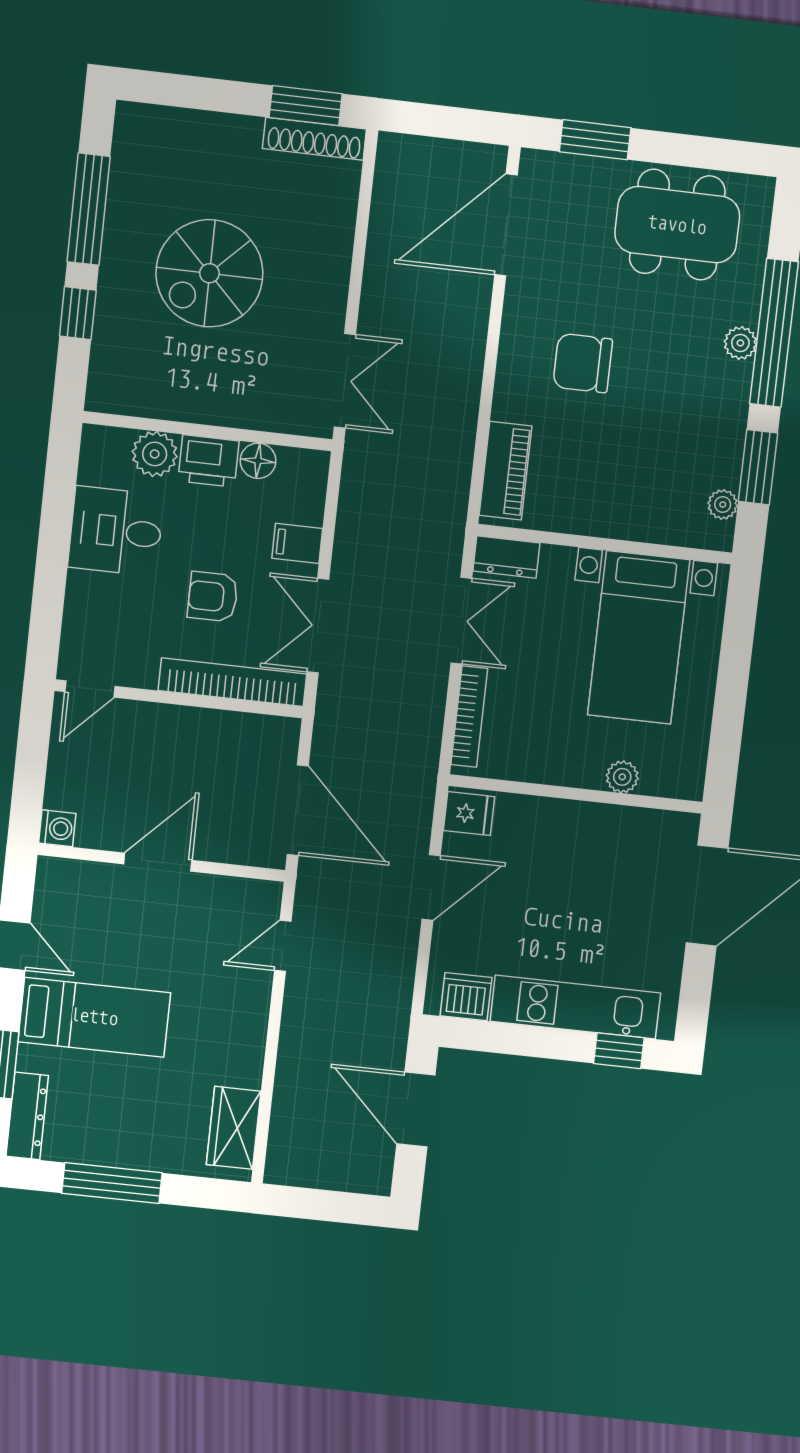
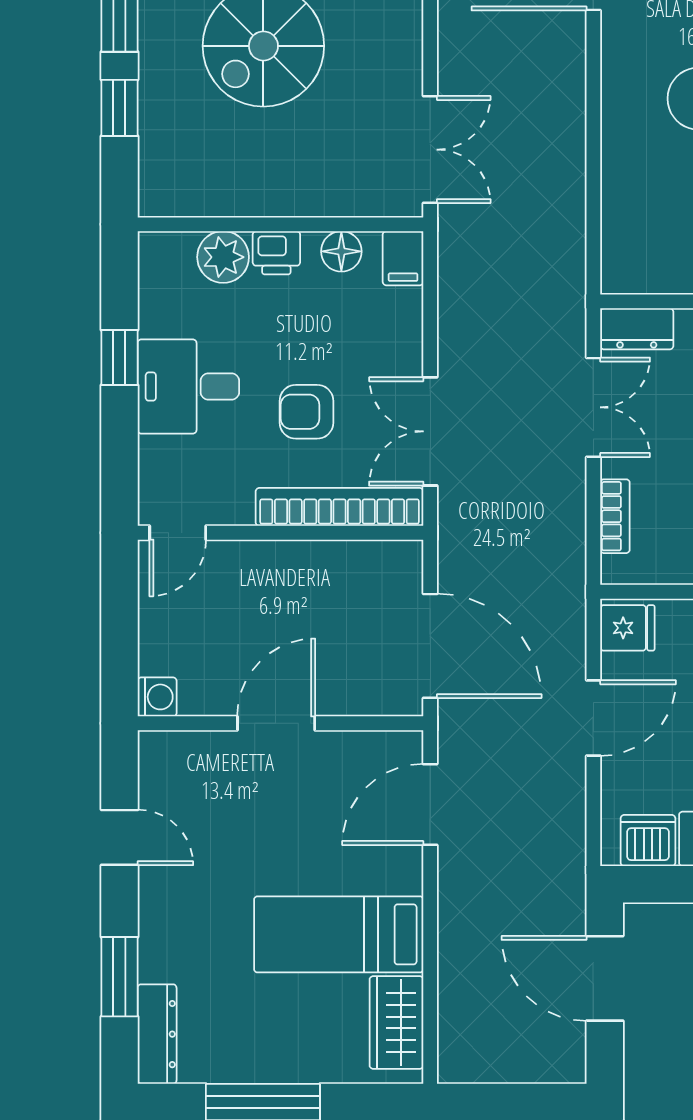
printer: (208, 461) -> (276, 253), width x0.73, depth x0.81
piano: (505, 471) -> (625, 231), removed
window: (55, 531) -> (119, 357), added
desk: (116, 531) -> (188, 387), moved
filing cabinet: (297, 543) -> (403, 258), moved, turned -90
bookcase: (469, 717) -> (615, 516), width x0.64
door: (283, 946) -> (430, 804), width x1.38
bed: (94, 1017) -> (339, 934), moved, turned 180

